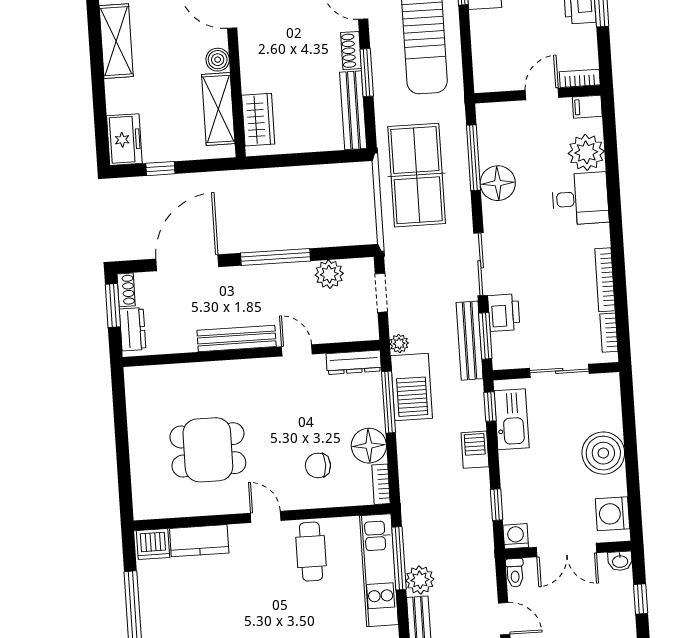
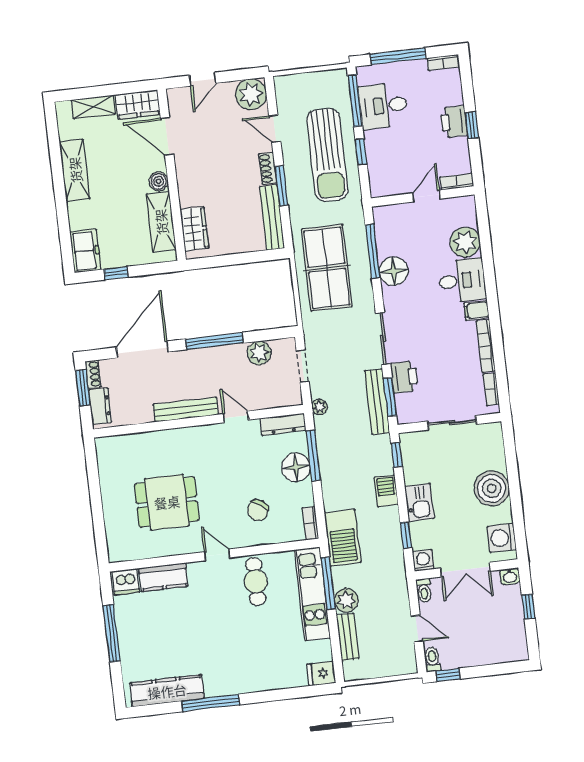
window: (465, 36) -> (361, 152), added
filing cabinet: (587, 107) -> (476, 310), moved
barbecue: (412, 387) -> (343, 538), moved
kitchen sink: (512, 419) -> (419, 502), moved, width x0.73
floor lamp: (369, 446) -> (296, 467), moved
chair: (318, 465) -> (258, 510), turned -56

